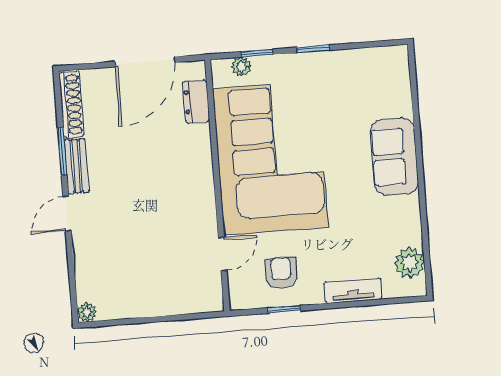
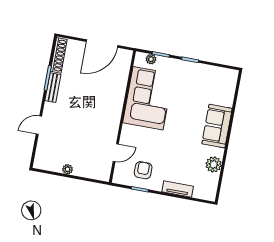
dresser: (196, 102) -> (123, 71), removed
corner sofa: (270, 158) -> (148, 98), width x0.73, depth x0.74
door: (67, 214) -> (39, 125), moved
plant: (410, 263) -> (214, 164), moved
plant: (87, 312) -> (68, 169), moved

